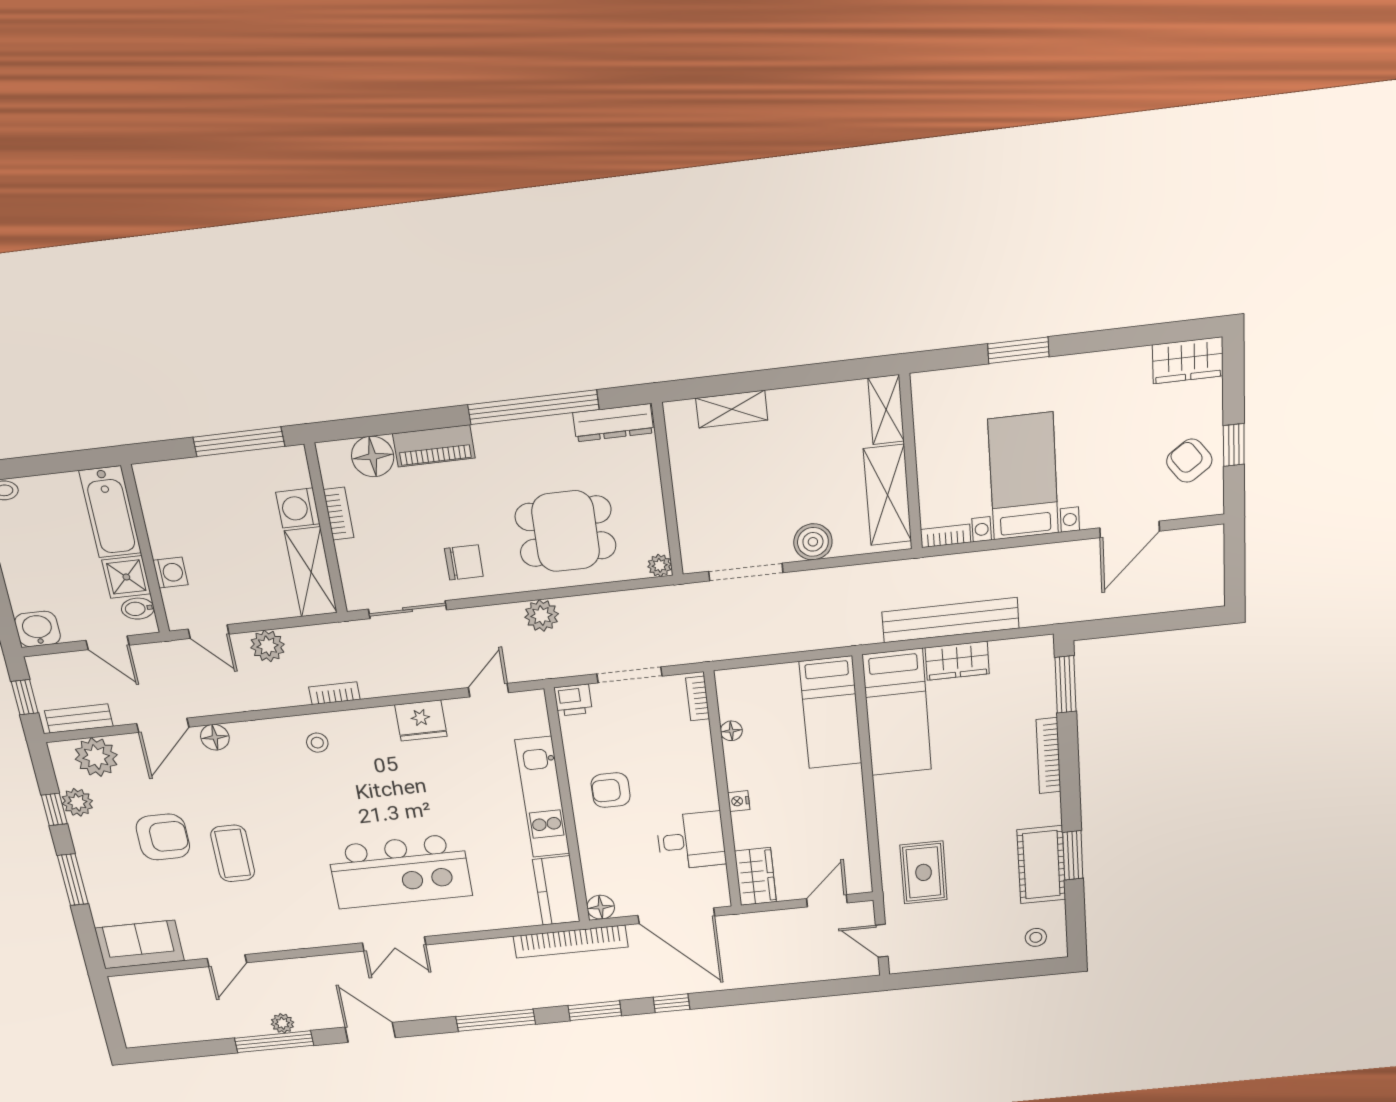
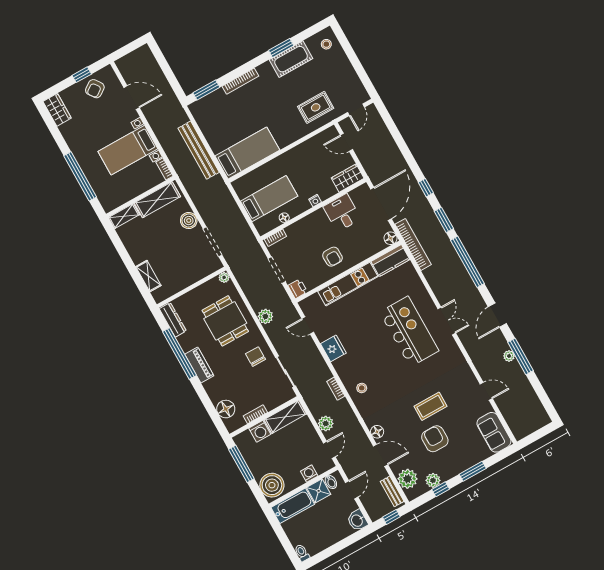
window: (1018, 350) -> (80, 176), width x2.11
piano: (434, 446) -> (199, 365), moved
boiler: (170, 487) -> (272, 485), added
wardrobe: (957, 661) -> (215, 139), removed
bed: (831, 713) -> (269, 199), moved
window: (496, 1020) -> (467, 262), width x1.46

